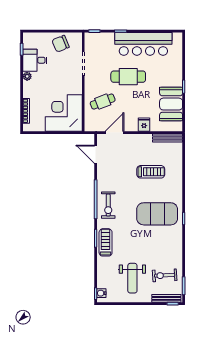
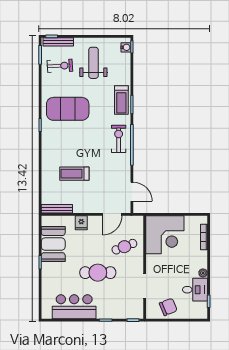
bar counter: (143, 44) -> (74, 307), width x0.73
exercise mat: (157, 214) -> (68, 109), moved

